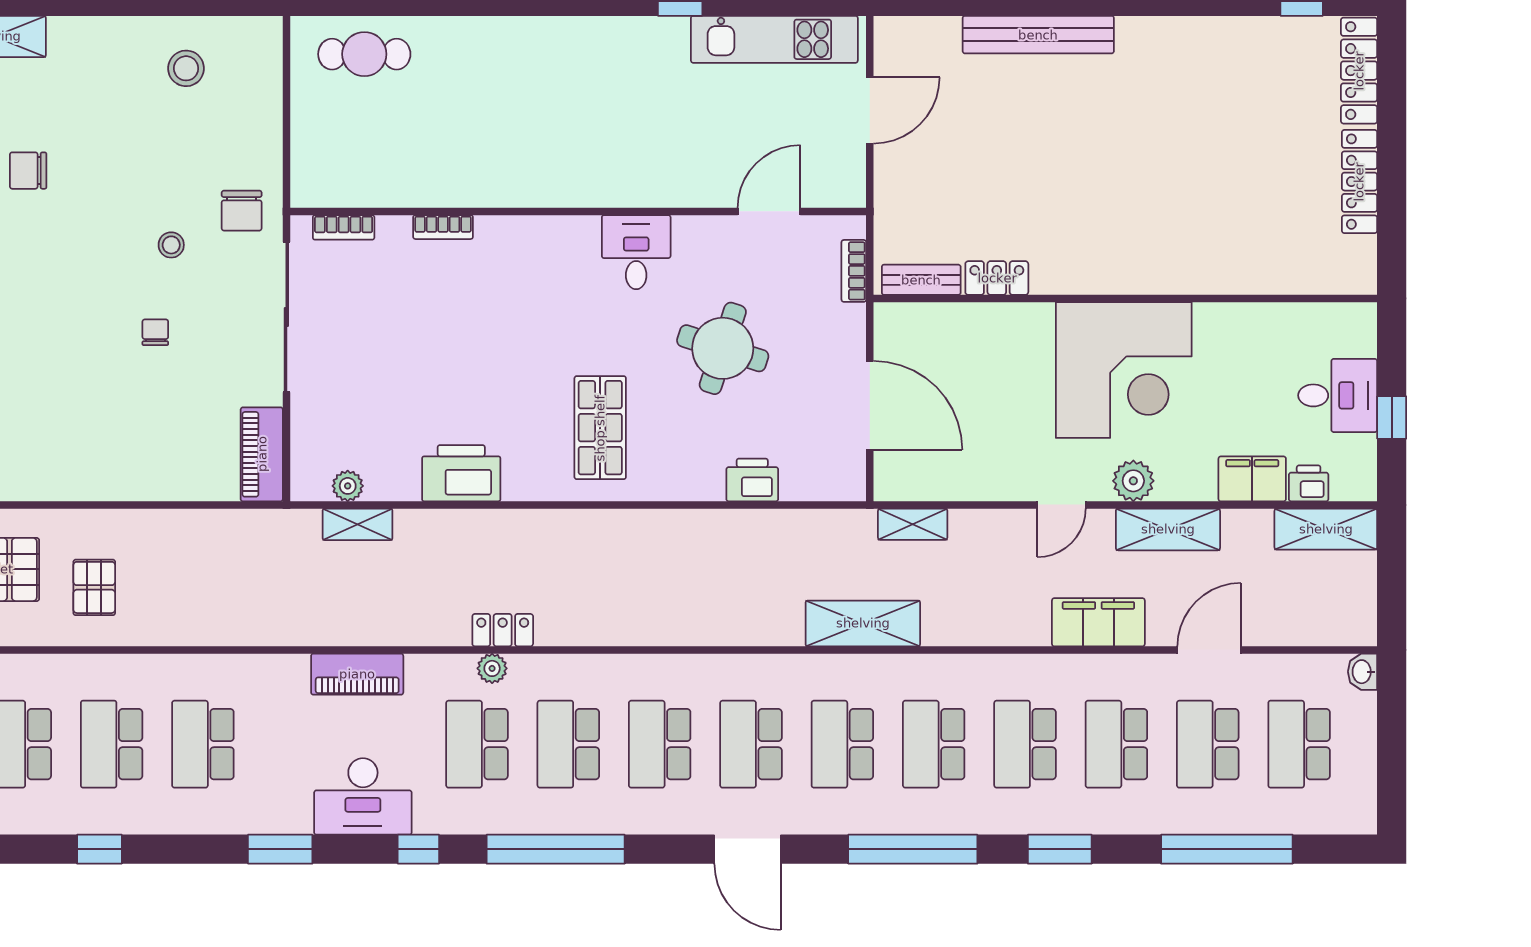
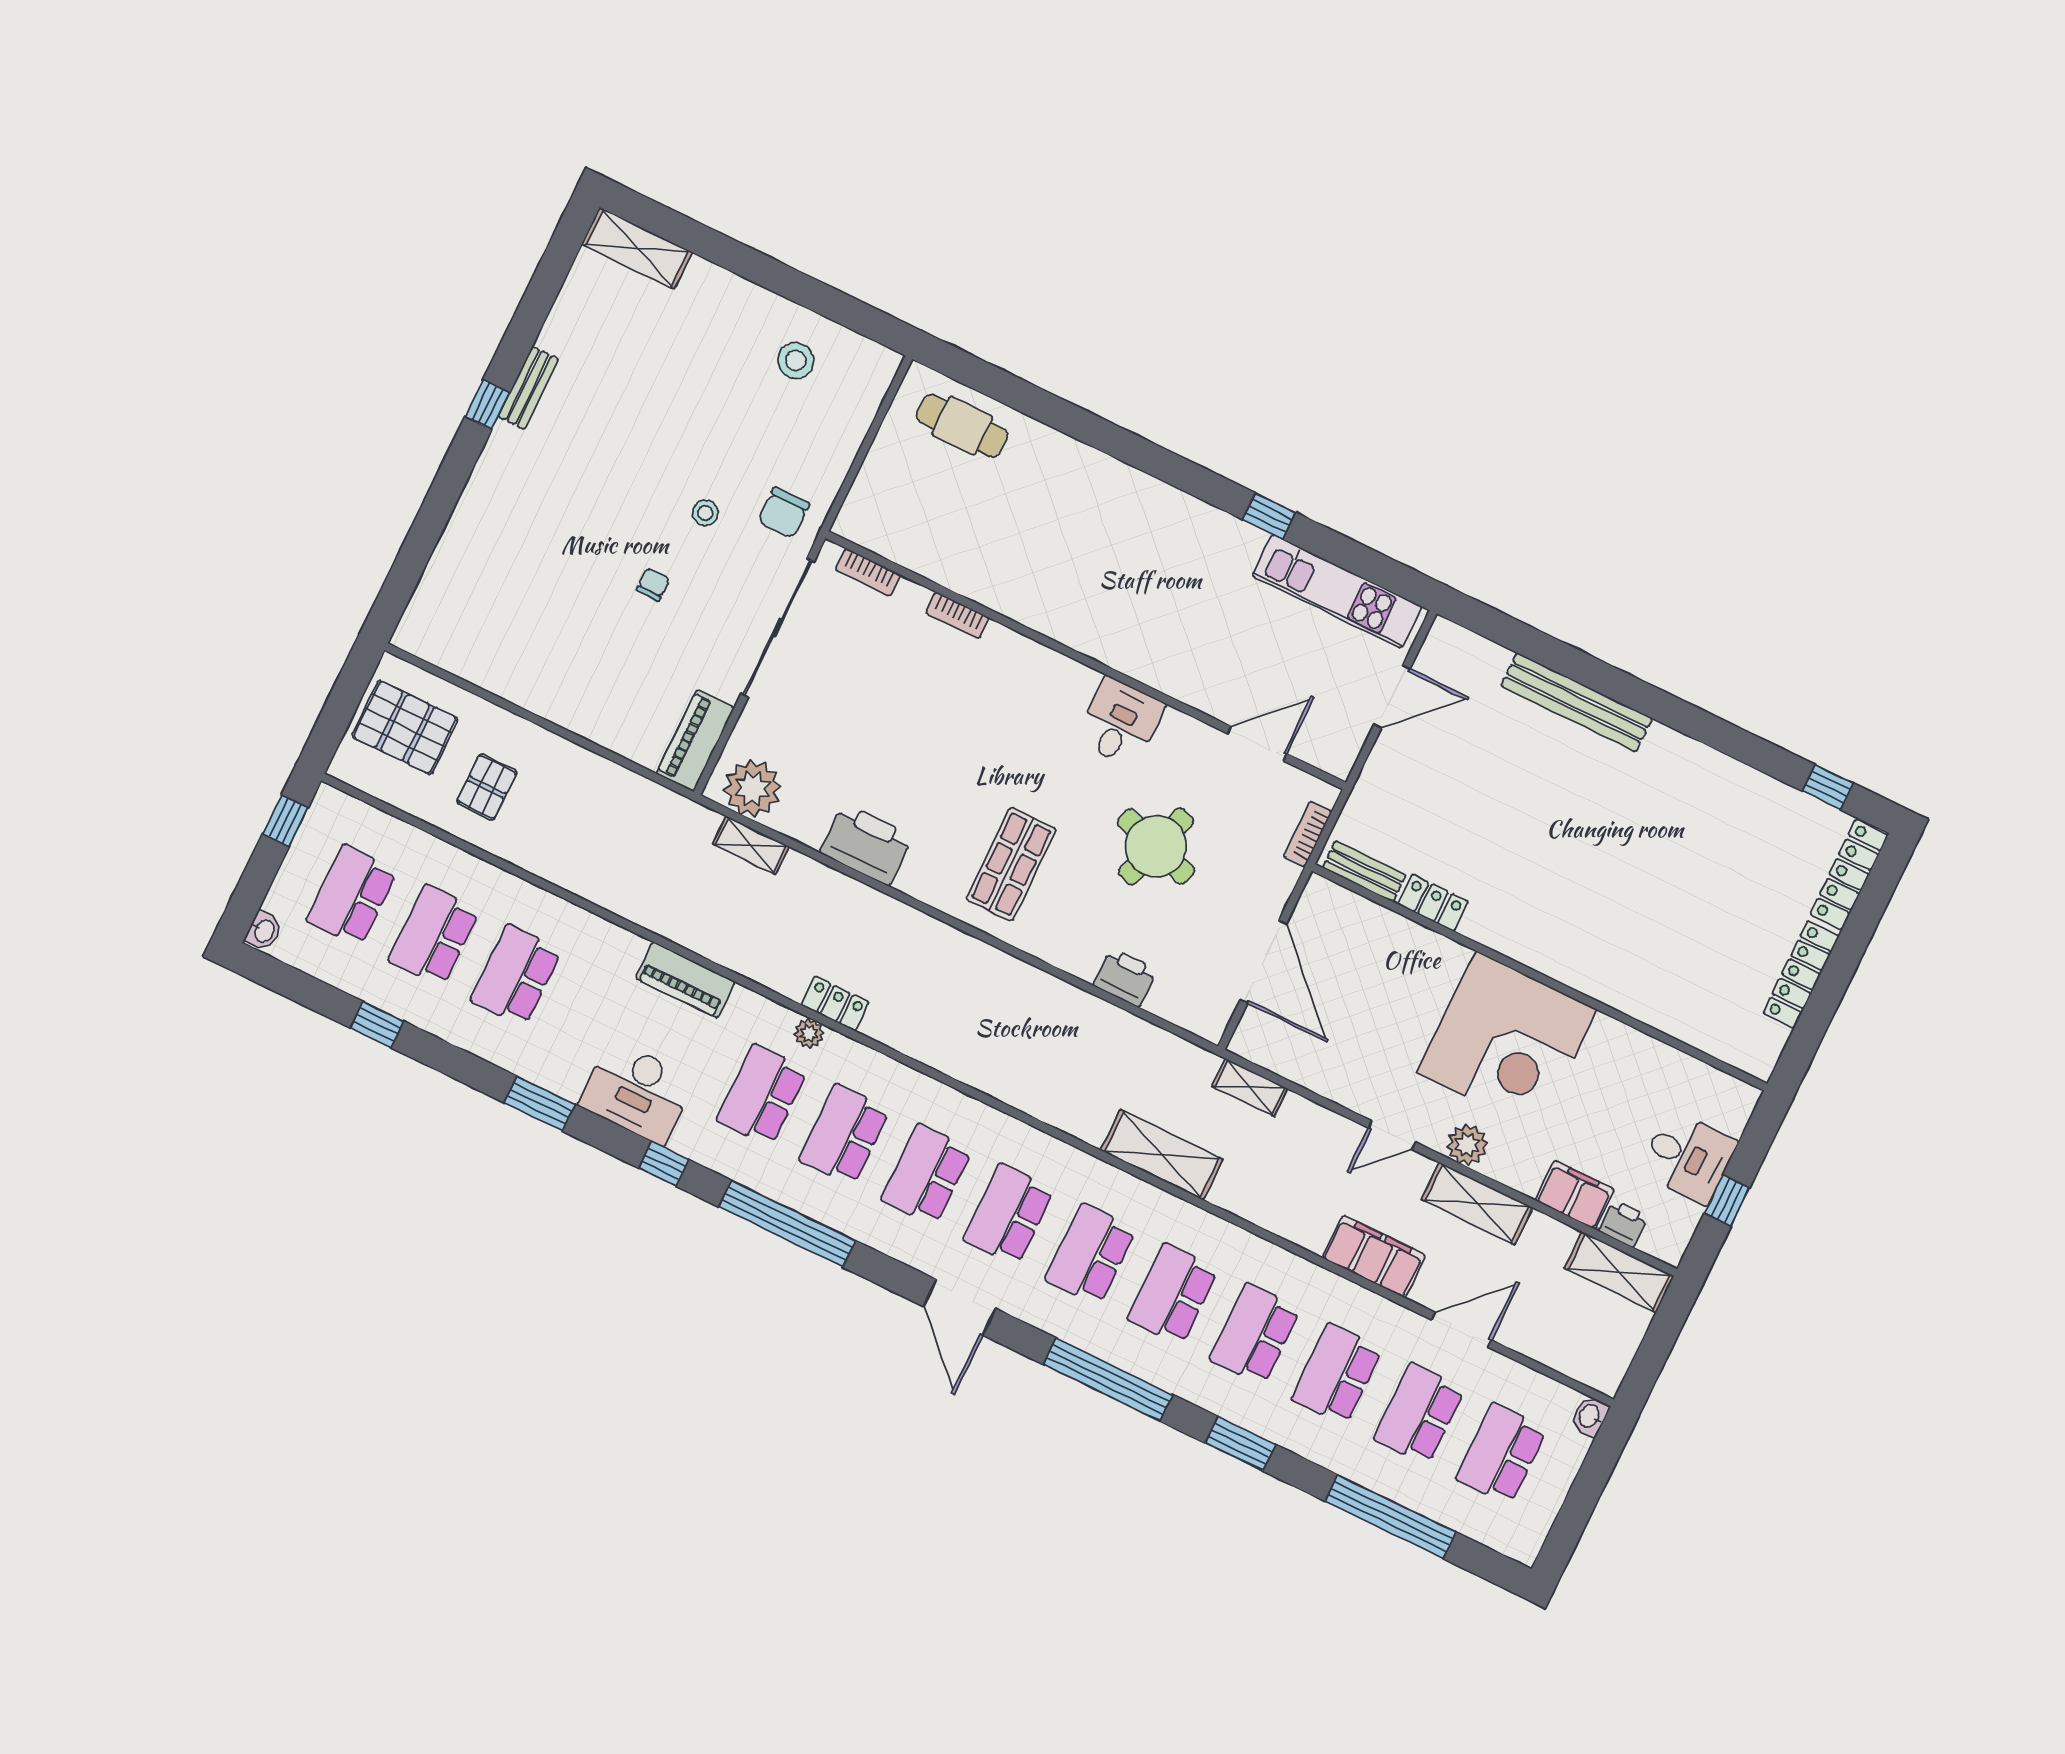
chair: (28, 171) -> (609, 383), removed
plant: (348, 486) -> (753, 788), width x1.88, depth x1.88

